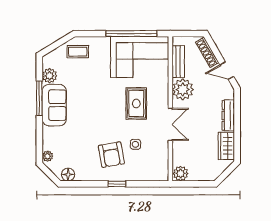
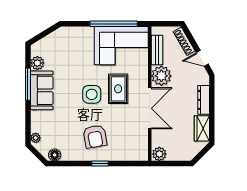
coffee table: (78, 52) -> (64, 41), removed
double door: (170, 124) -> (150, 108), width x1.37
side table: (135, 144) -> (92, 94), moved, width x1.87, depth x1.87

